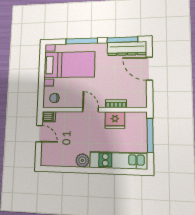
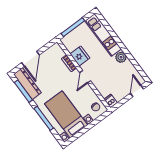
door: (39, 134) -> (137, 91), moved

